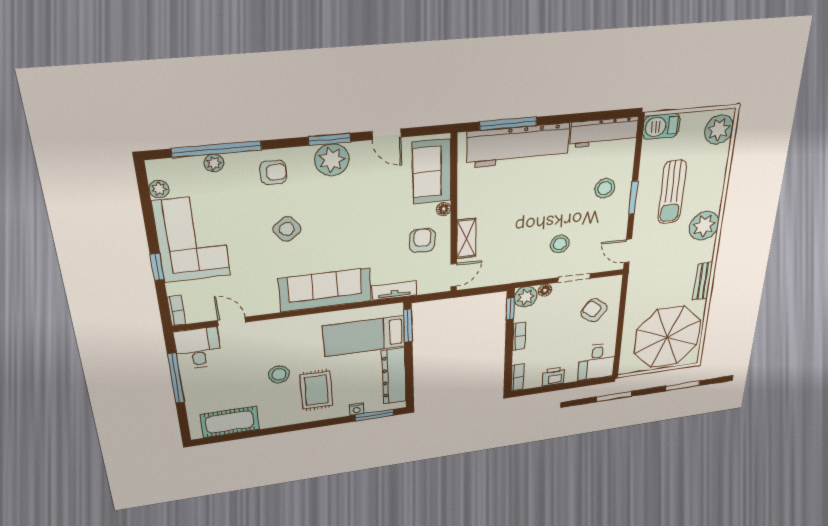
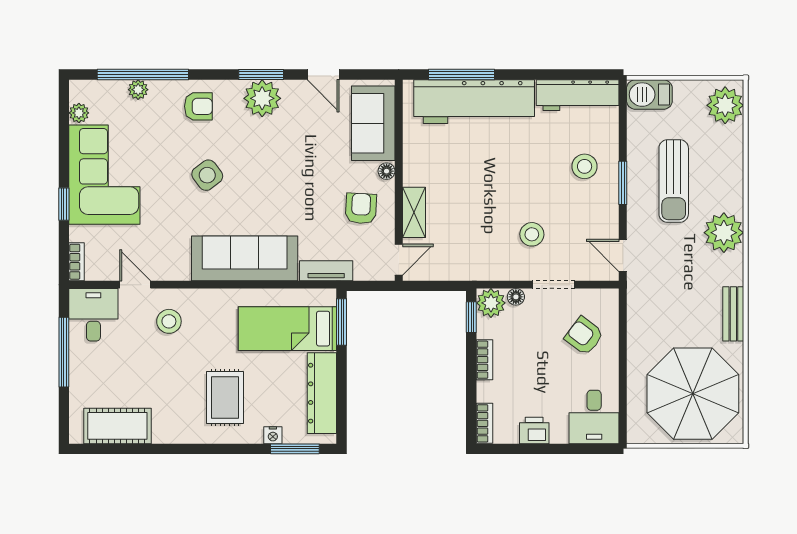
stool: (279, 374) -> (169, 321), moved

